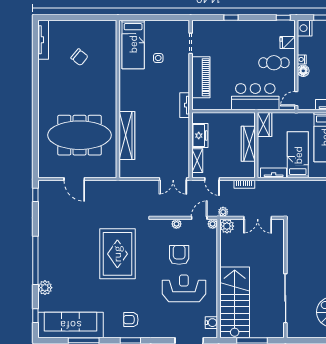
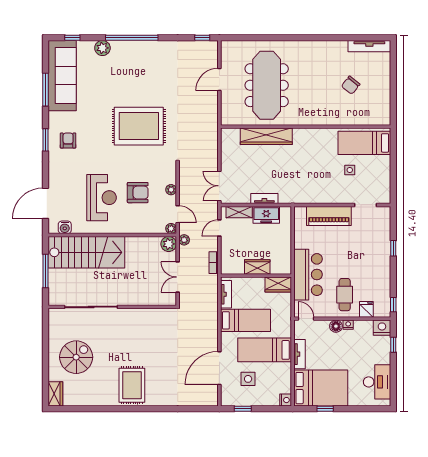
tv unit: (185, 105) -> (264, 199), moved
wardrobe: (248, 144) -> (257, 267), width x0.67

